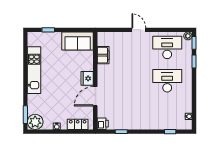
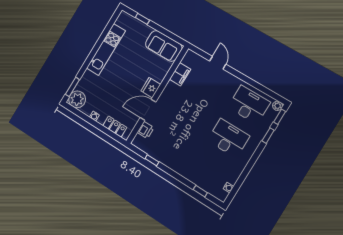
door: (139, 30) -> (218, 63), moved
printer: (103, 124) -> (146, 130), moved

